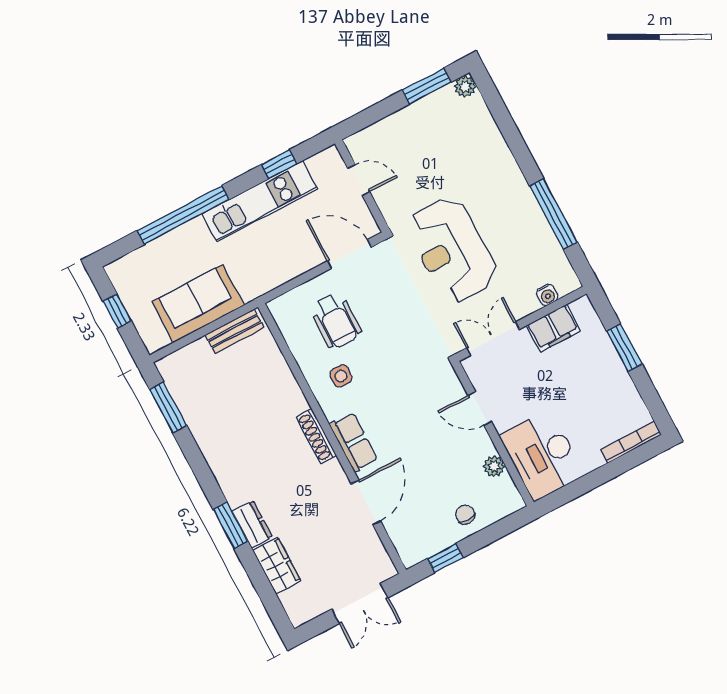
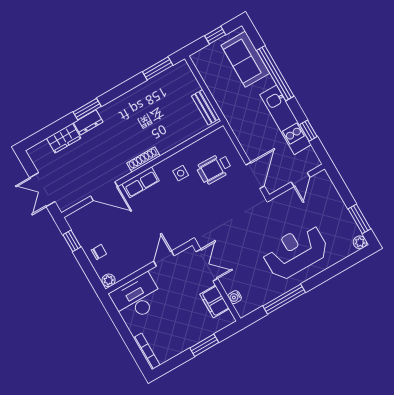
reception desk: (452, 250) -> (295, 252), moved
sofa: (198, 304) -> (245, 59), moved, turned 180
plant: (494, 466) -> (109, 280), moved

